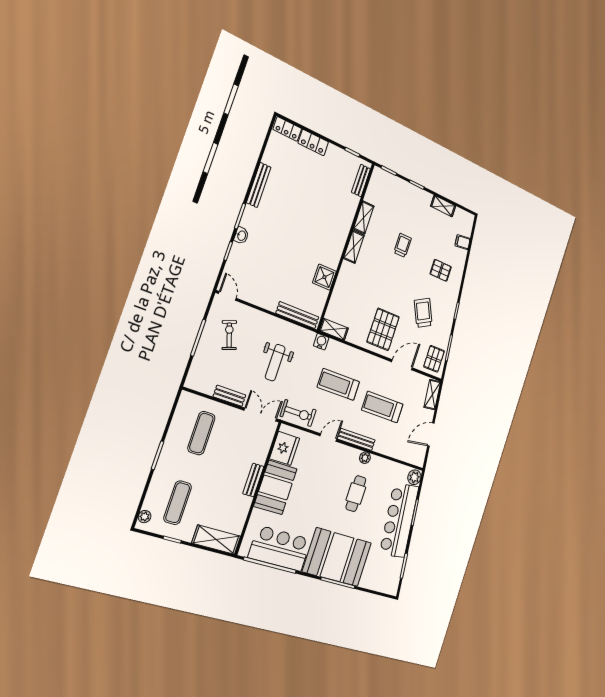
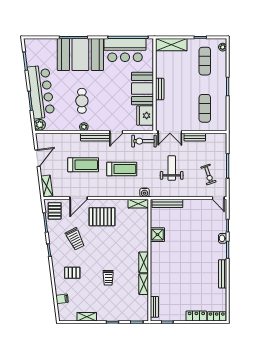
pallet: (383, 329) -> (102, 217), turned 90

